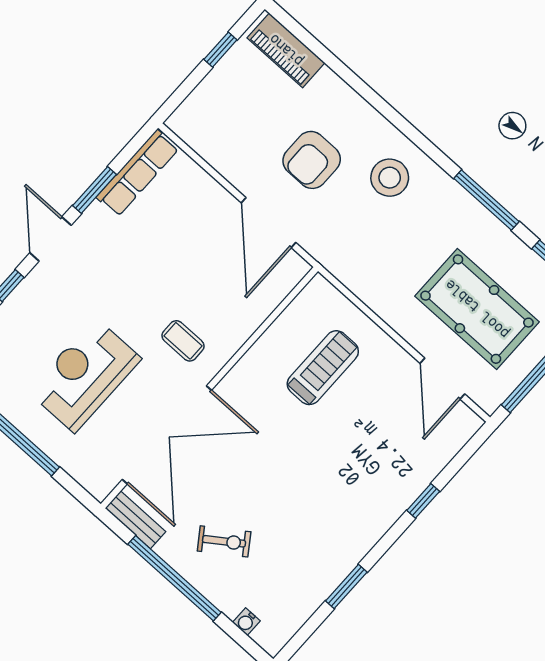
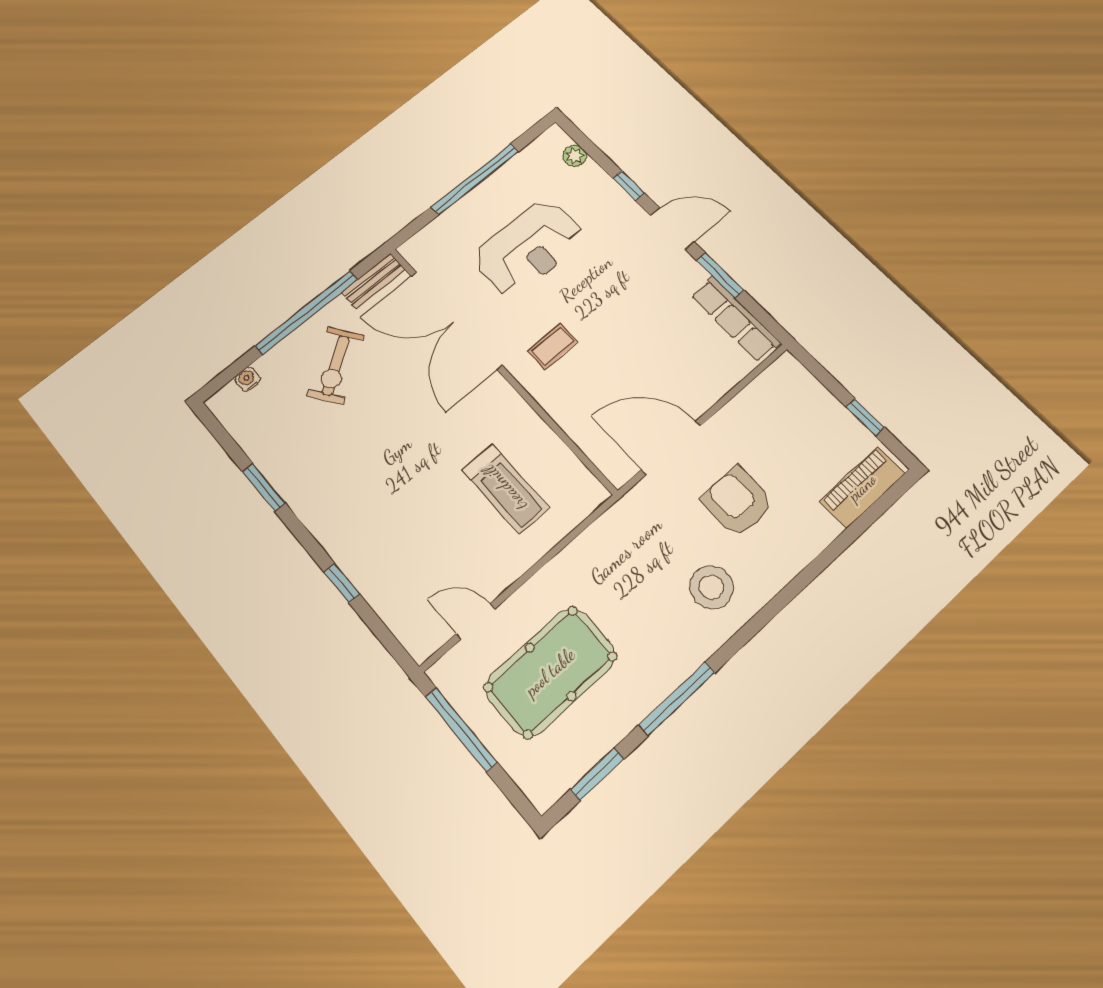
reception desk: (85, 375) -> (529, 247), turned 90
door: (442, 379) -> (476, 621), width x0.73
exercise bike: (224, 541) -> (336, 365), width x1.38, depth x1.39

